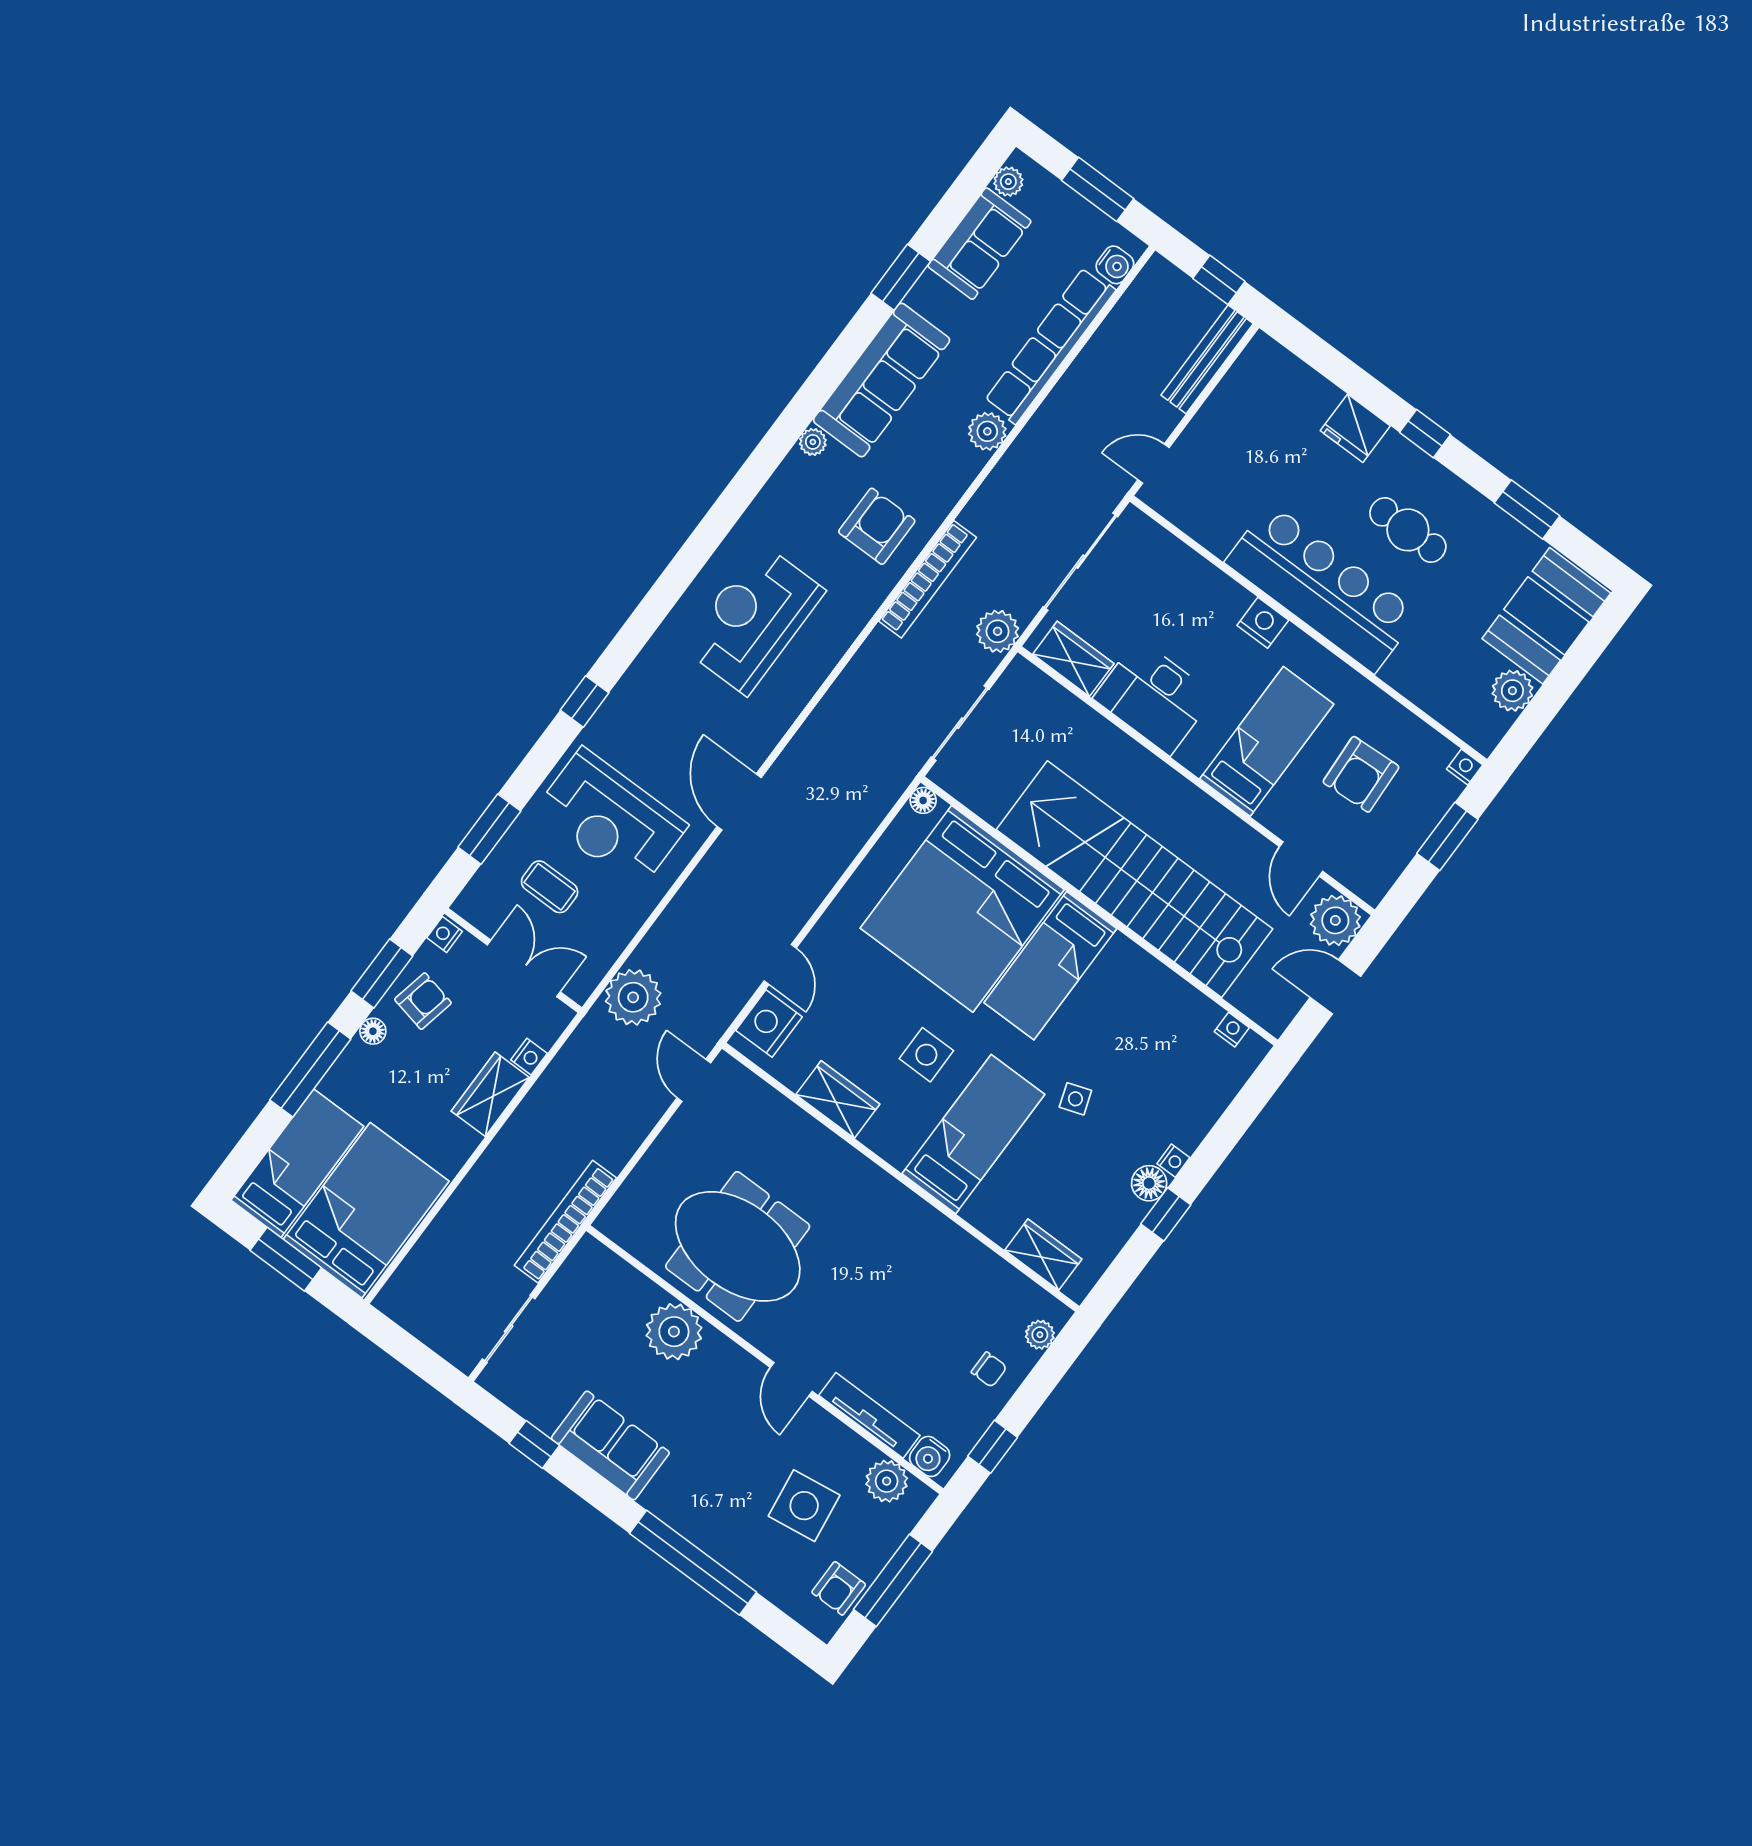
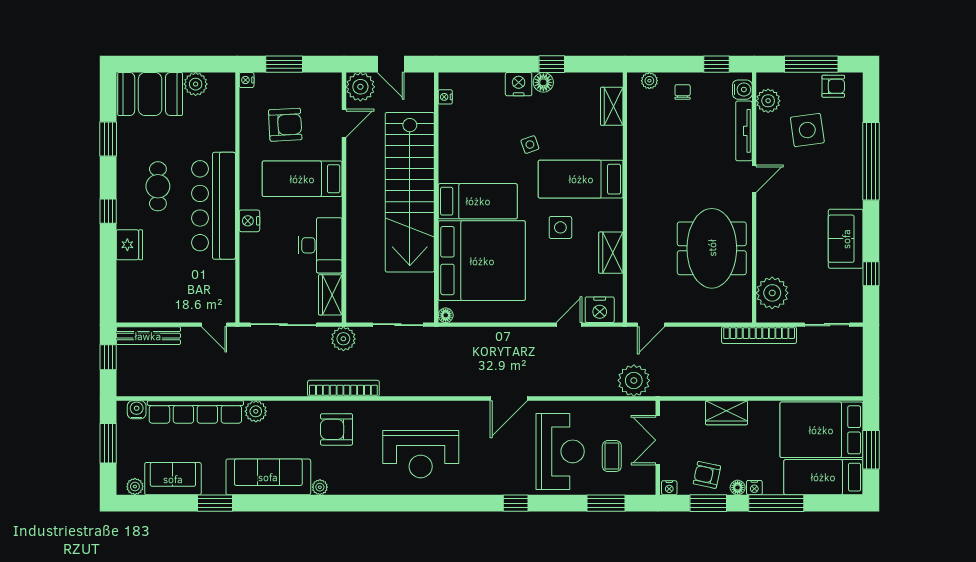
nightstand: (529, 1057) -> (754, 488), moved, turned 180
nightstand: (1173, 1161) -> (519, 84), width x1.89, depth x1.79
plant: (674, 1332) -> (772, 293), moved

